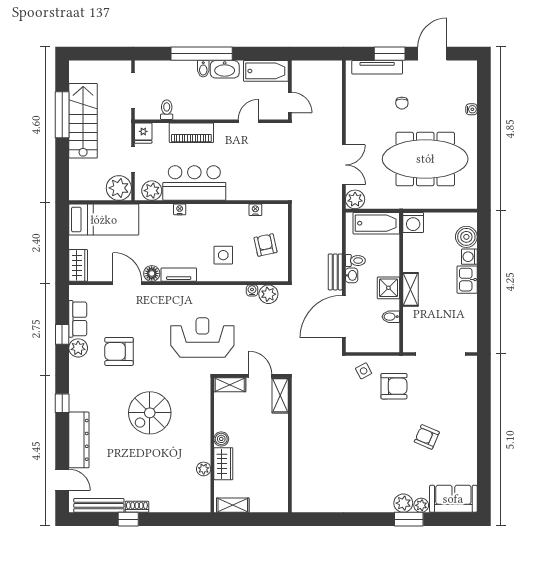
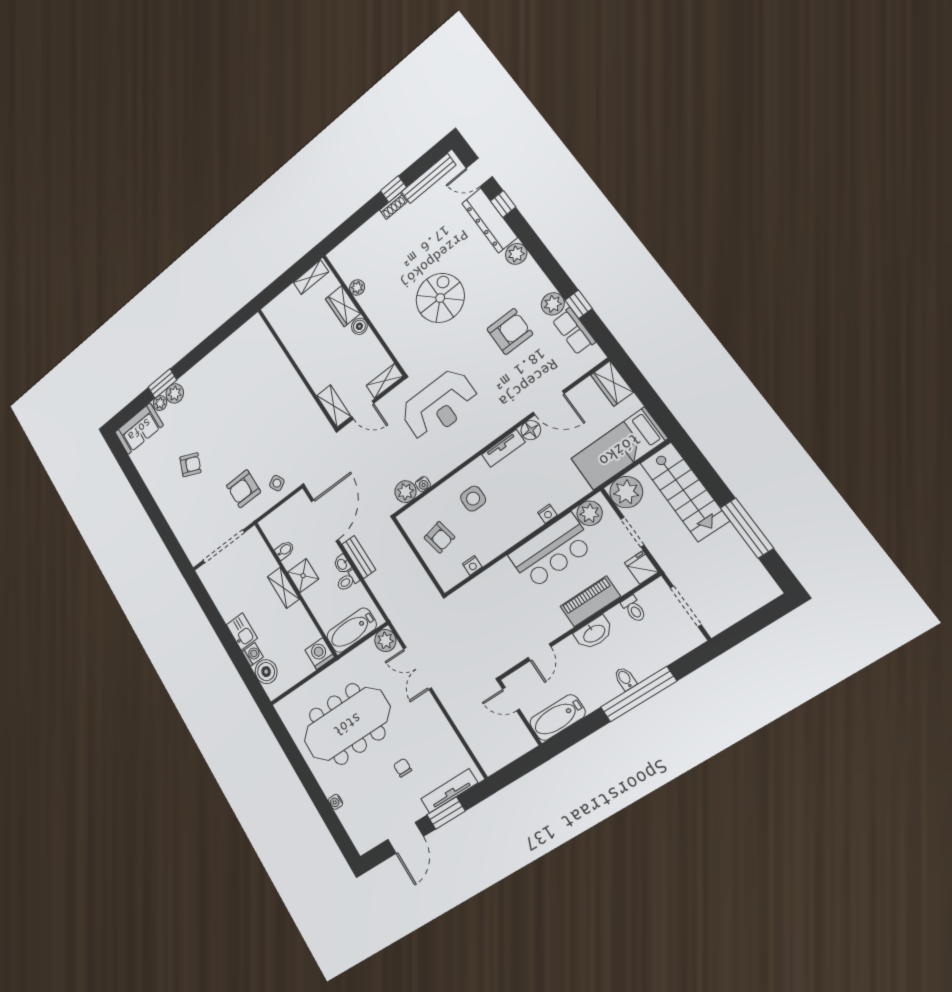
washbasin: (225, 69) -> (594, 633), moved, turned 180
stairs: (83, 121) -> (684, 492), moved
plant: (78, 402) -> (516, 254), added
window: (62, 403) -> (503, 204), moved

